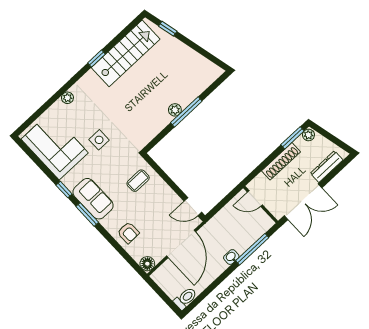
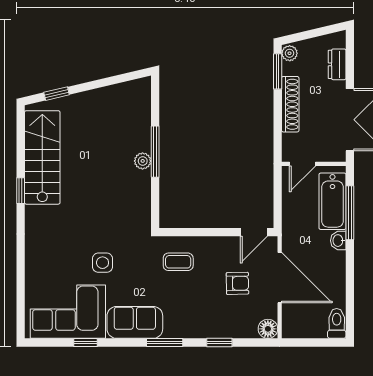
plant: (67, 98) -> (32, 255), removed
dresser: (327, 167) -> (337, 64), width x0.70
coffee table: (138, 181) -> (178, 262), turned 90
window: (64, 190) -> (85, 343), moved
sofa: (93, 199) -> (135, 322), moved
armchair: (128, 233) -> (237, 283), moved
bathtub: (250, 234) -> (332, 201), added
window: (115, 244) -> (219, 343), added

